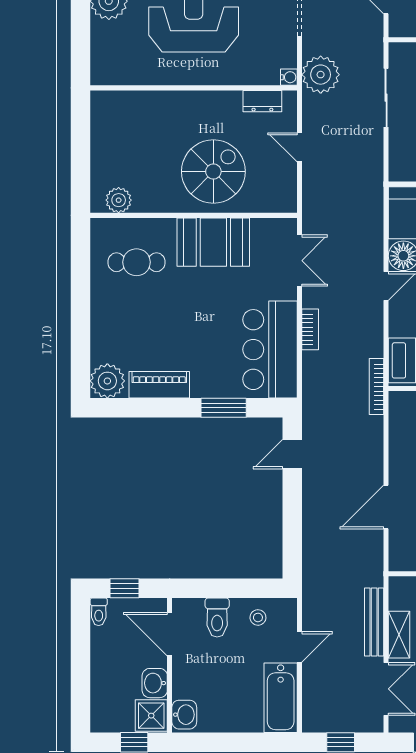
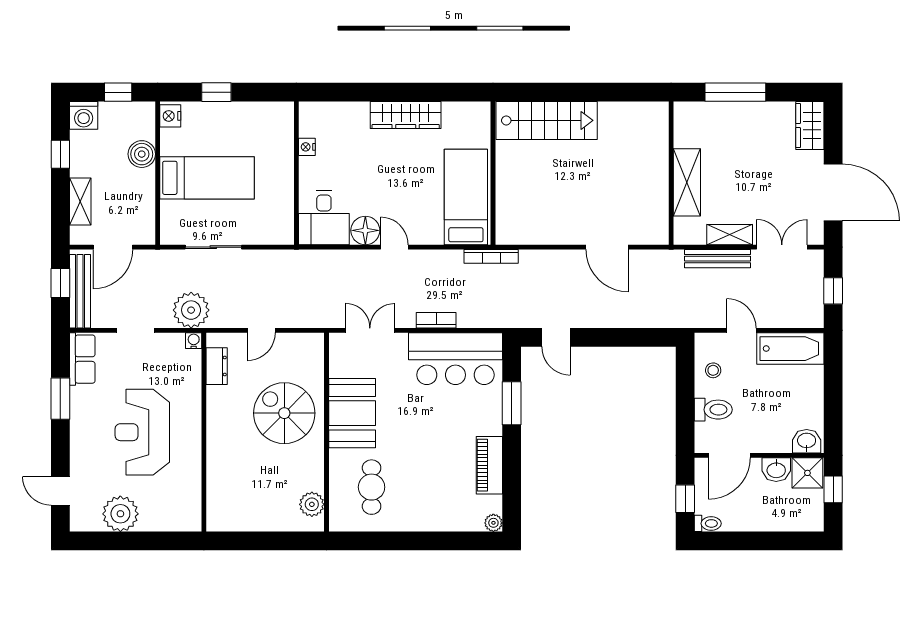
plant: (107, 381) -> (493, 523), width x0.53, depth x0.53

